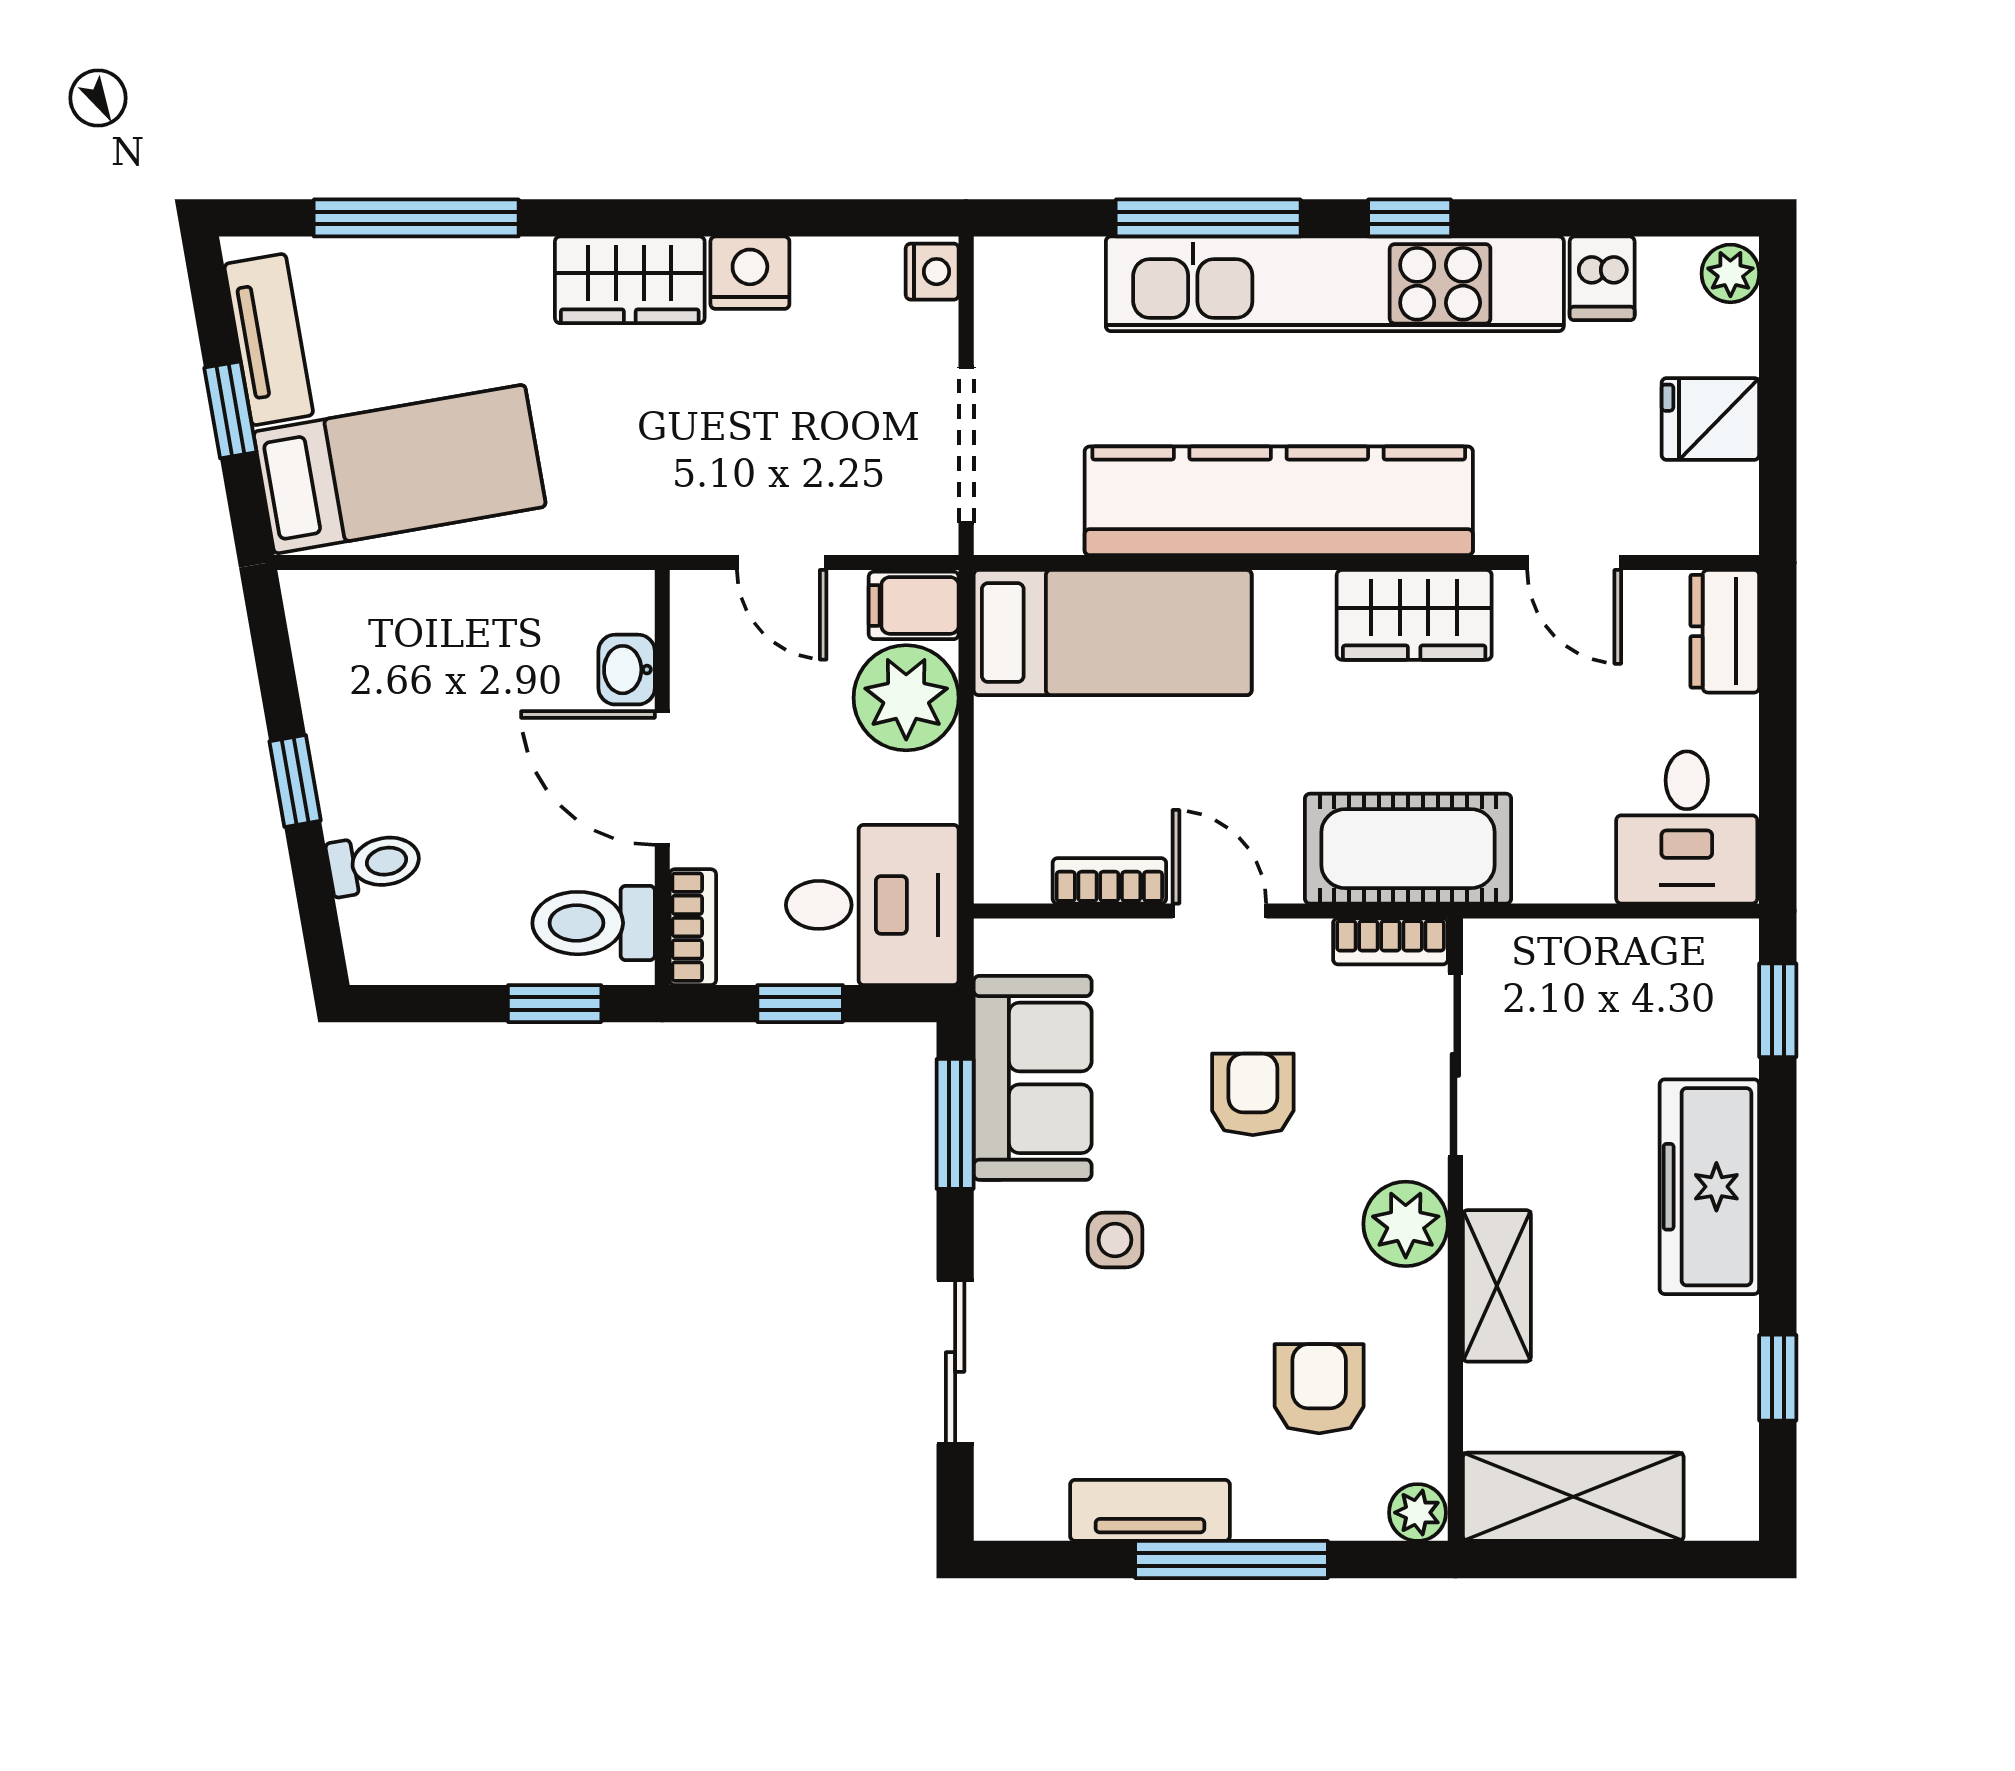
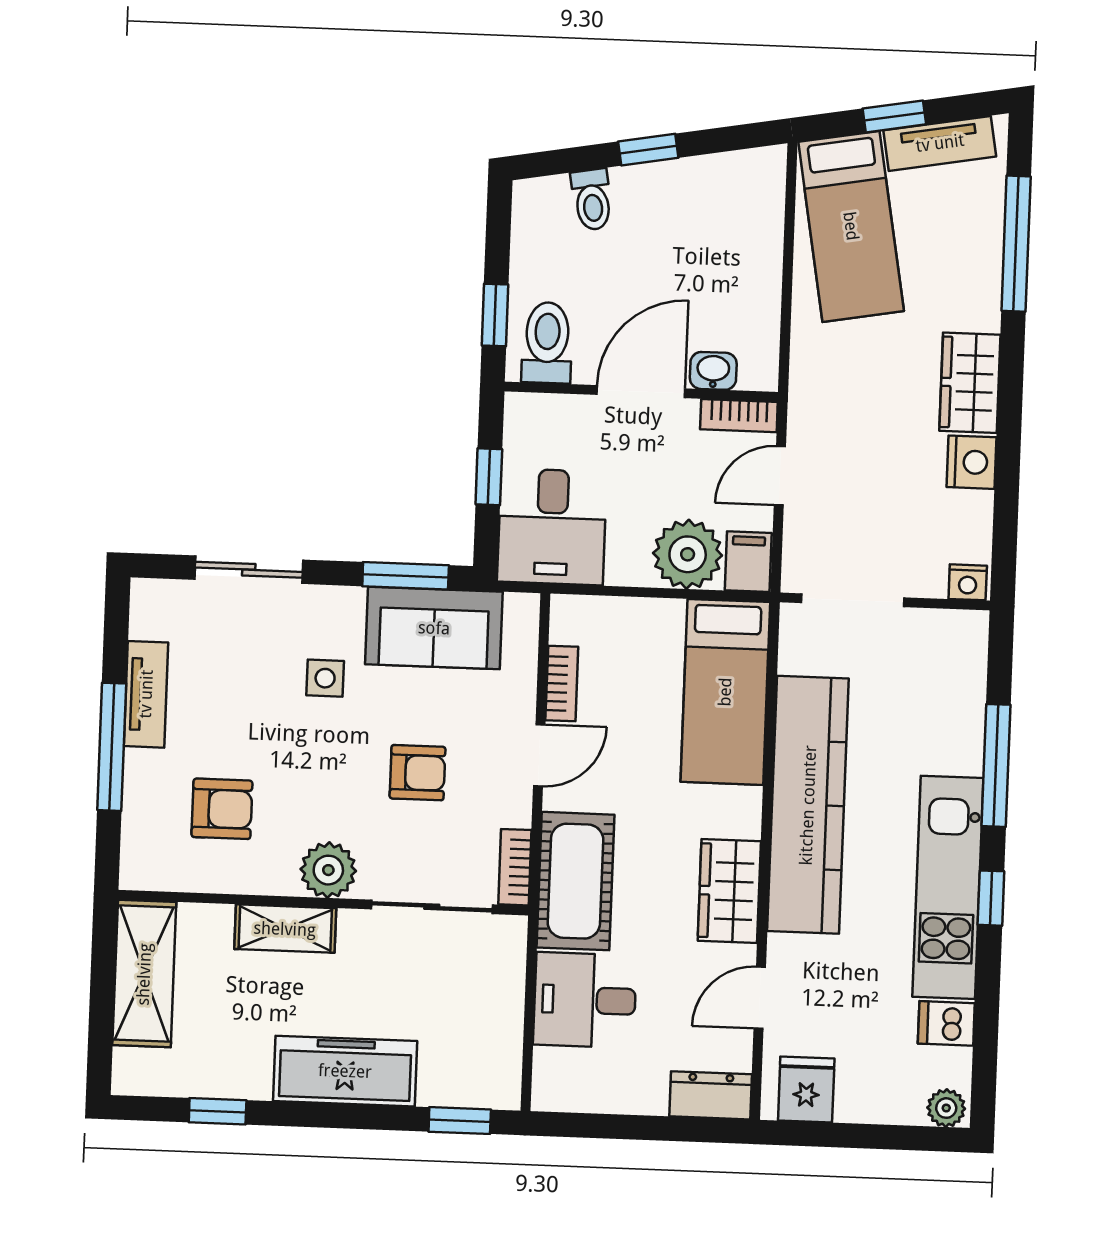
kitchen unit: (1335, 284) -> (948, 887), width x0.73
fridge: (1710, 419) -> (806, 1089), moved
desk: (1687, 827) -> (585, 1000), moved
bookcase: (693, 927) -> (739, 416), moved
plant: (1417, 1513) -> (138, 871), removed

